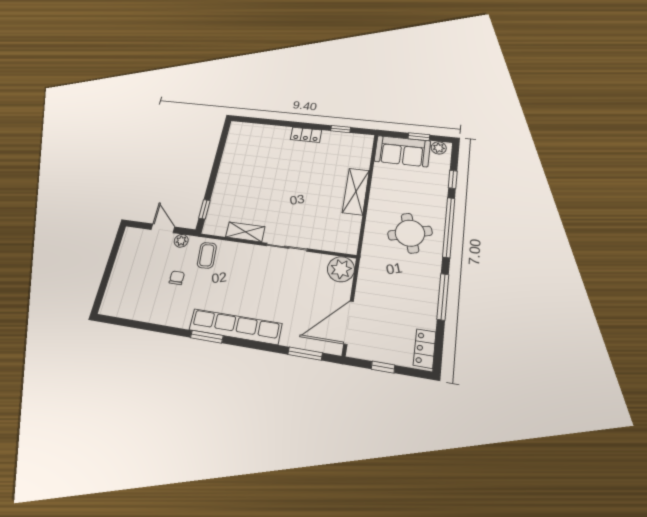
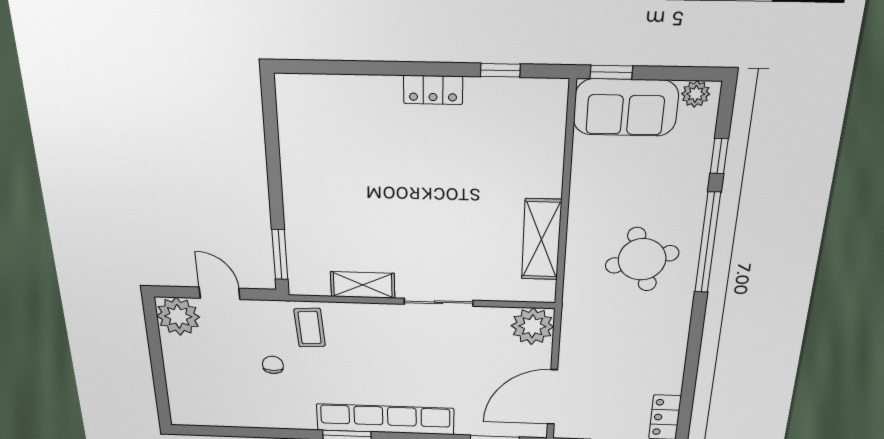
window: (419, 137) -> (611, 72), moved
shelving: (356, 191) -> (541, 240), moved
window: (204, 209) -> (280, 255), width x1.50
plant: (181, 241) -> (178, 316), moved, width x1.88, depth x1.88
window: (443, 297) -> (694, 349), removed

